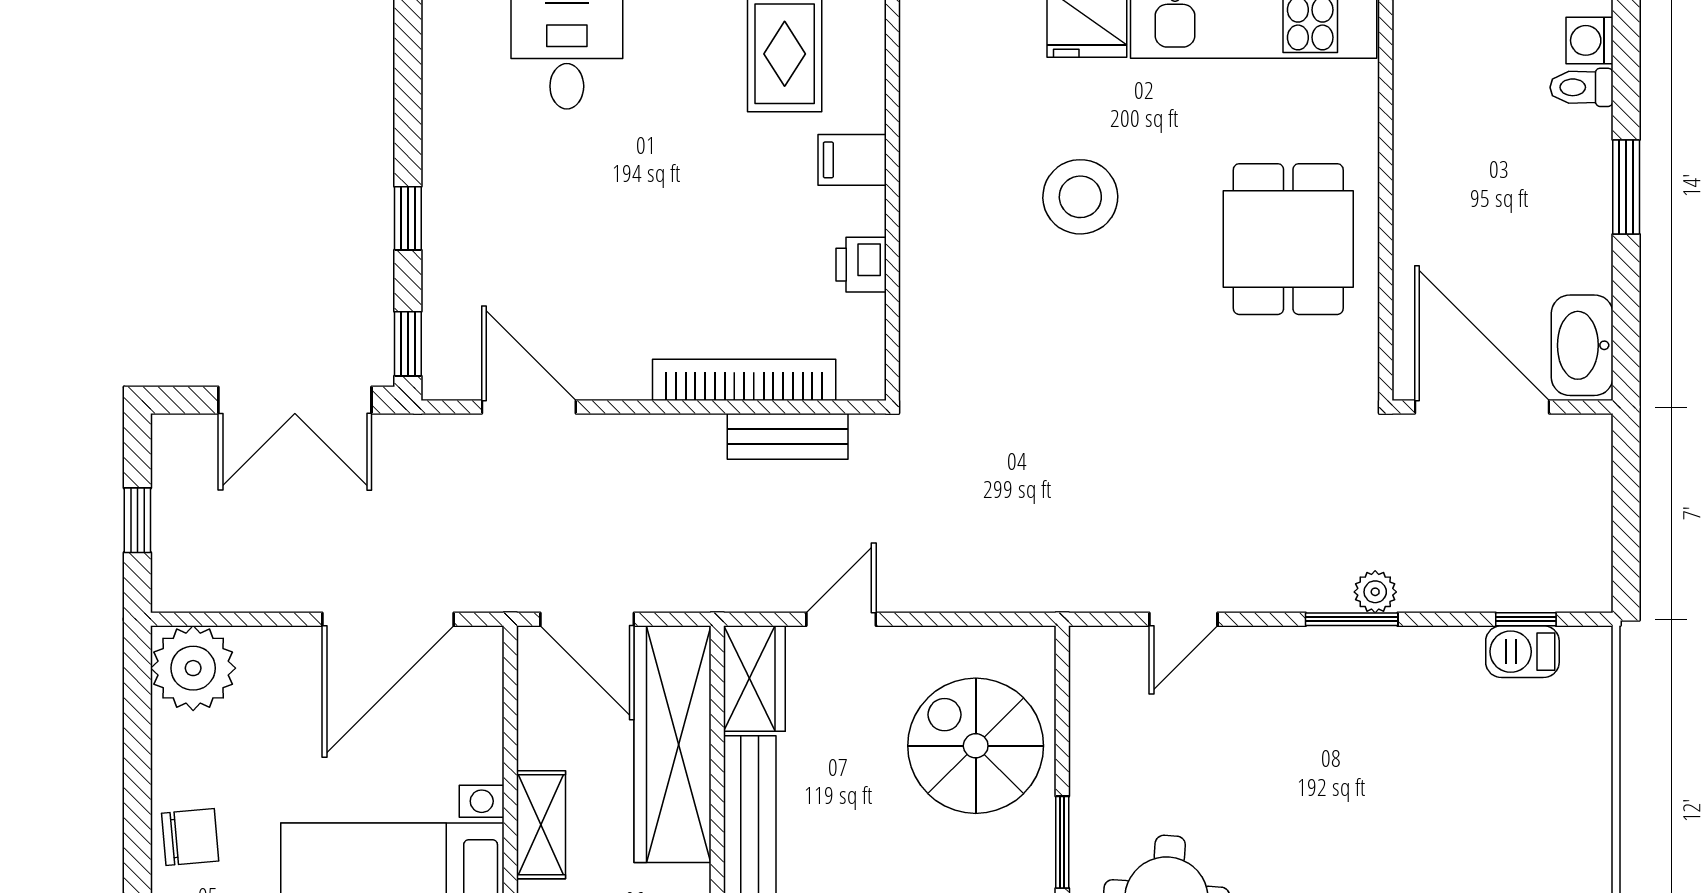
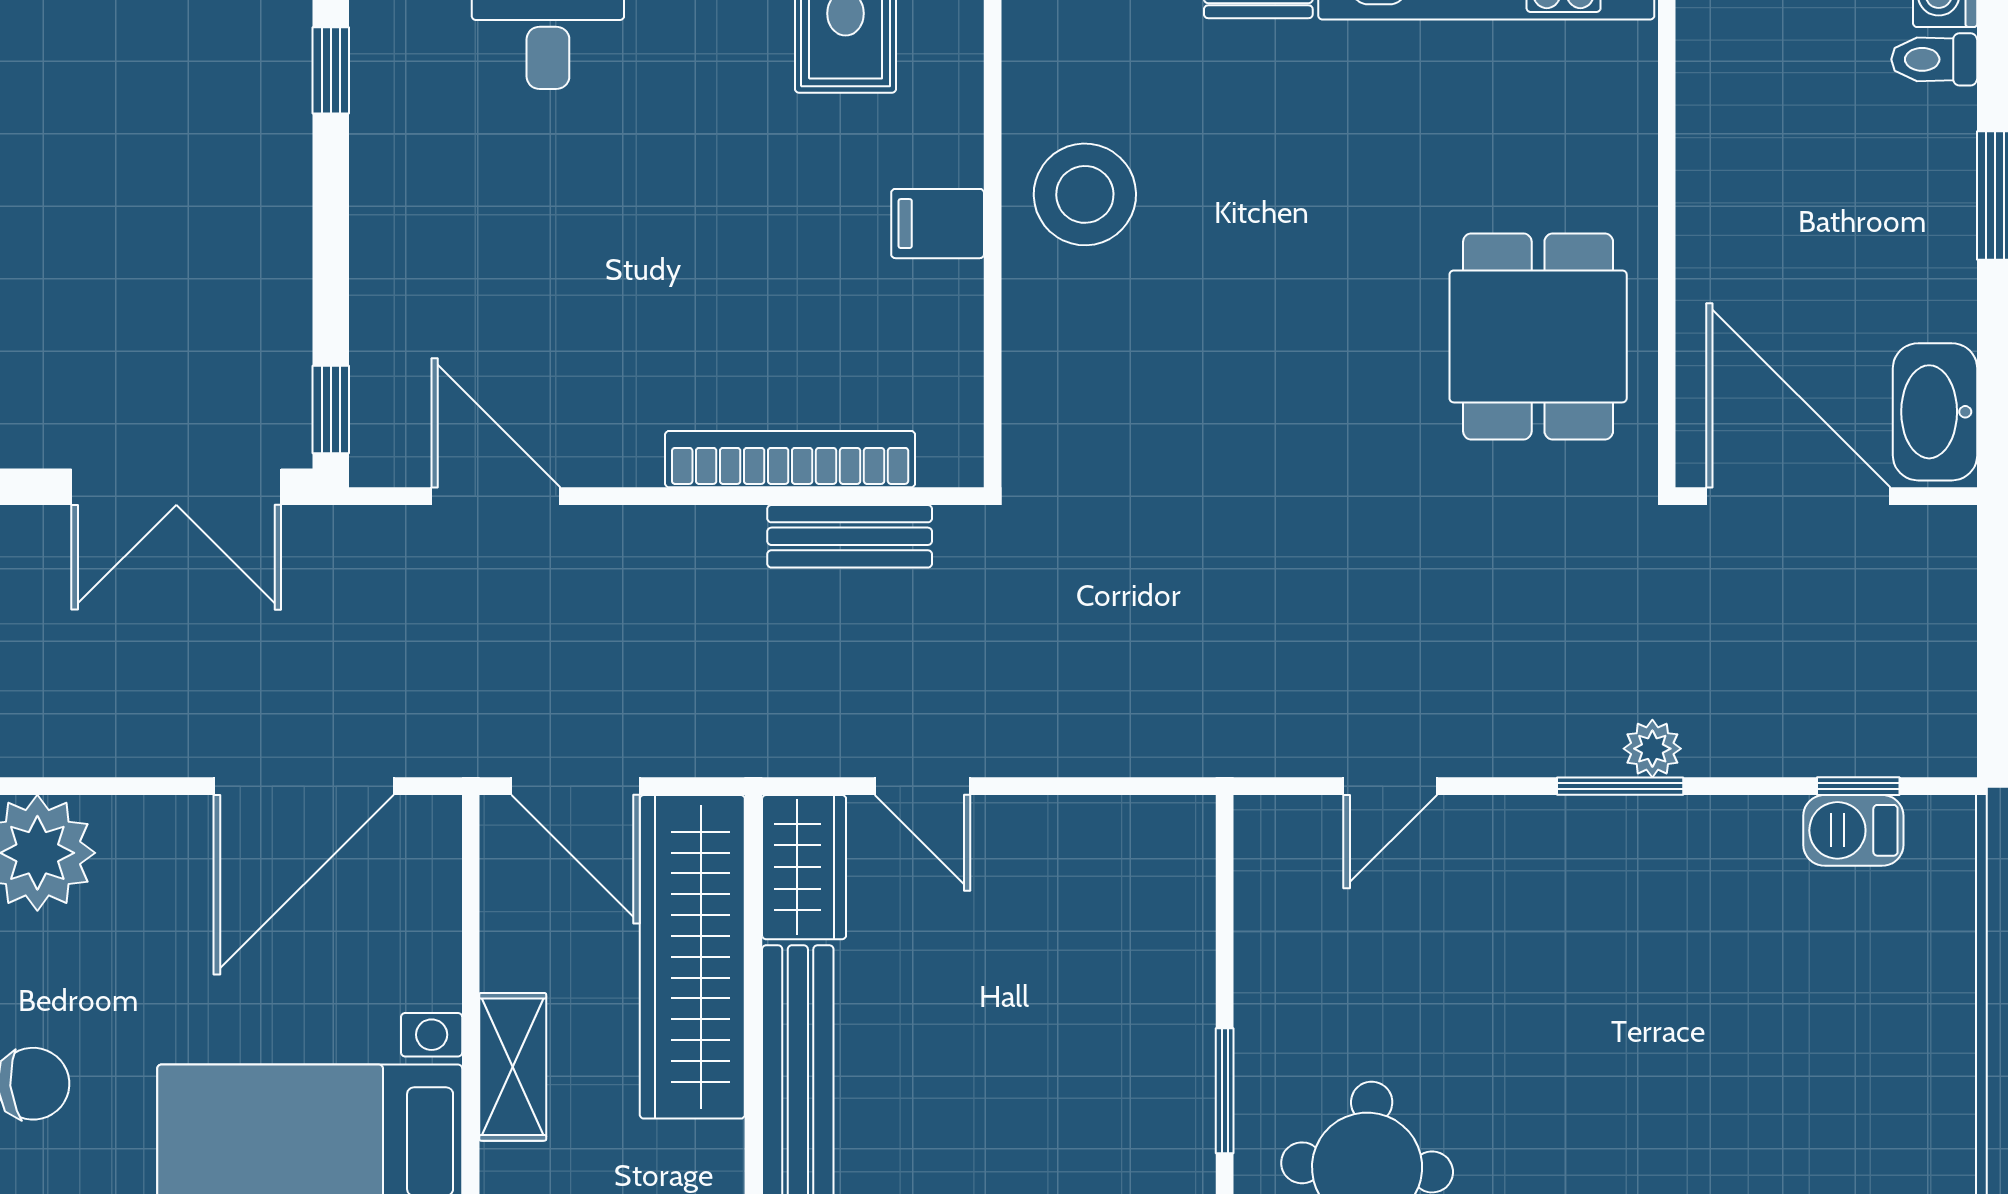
filing cabinet: (852, 160) -> (938, 224), moved
stool: (1080, 197) -> (1085, 194), moved
window: (408, 218) -> (331, 70), moved
dining table: (1288, 239) -> (1538, 336), moved
printer: (861, 265) -> (950, 302), removed
door: (841, 619) -> (923, 786), swing flipped
spiral stairs: (976, 746) -> (1106, 959), removed

